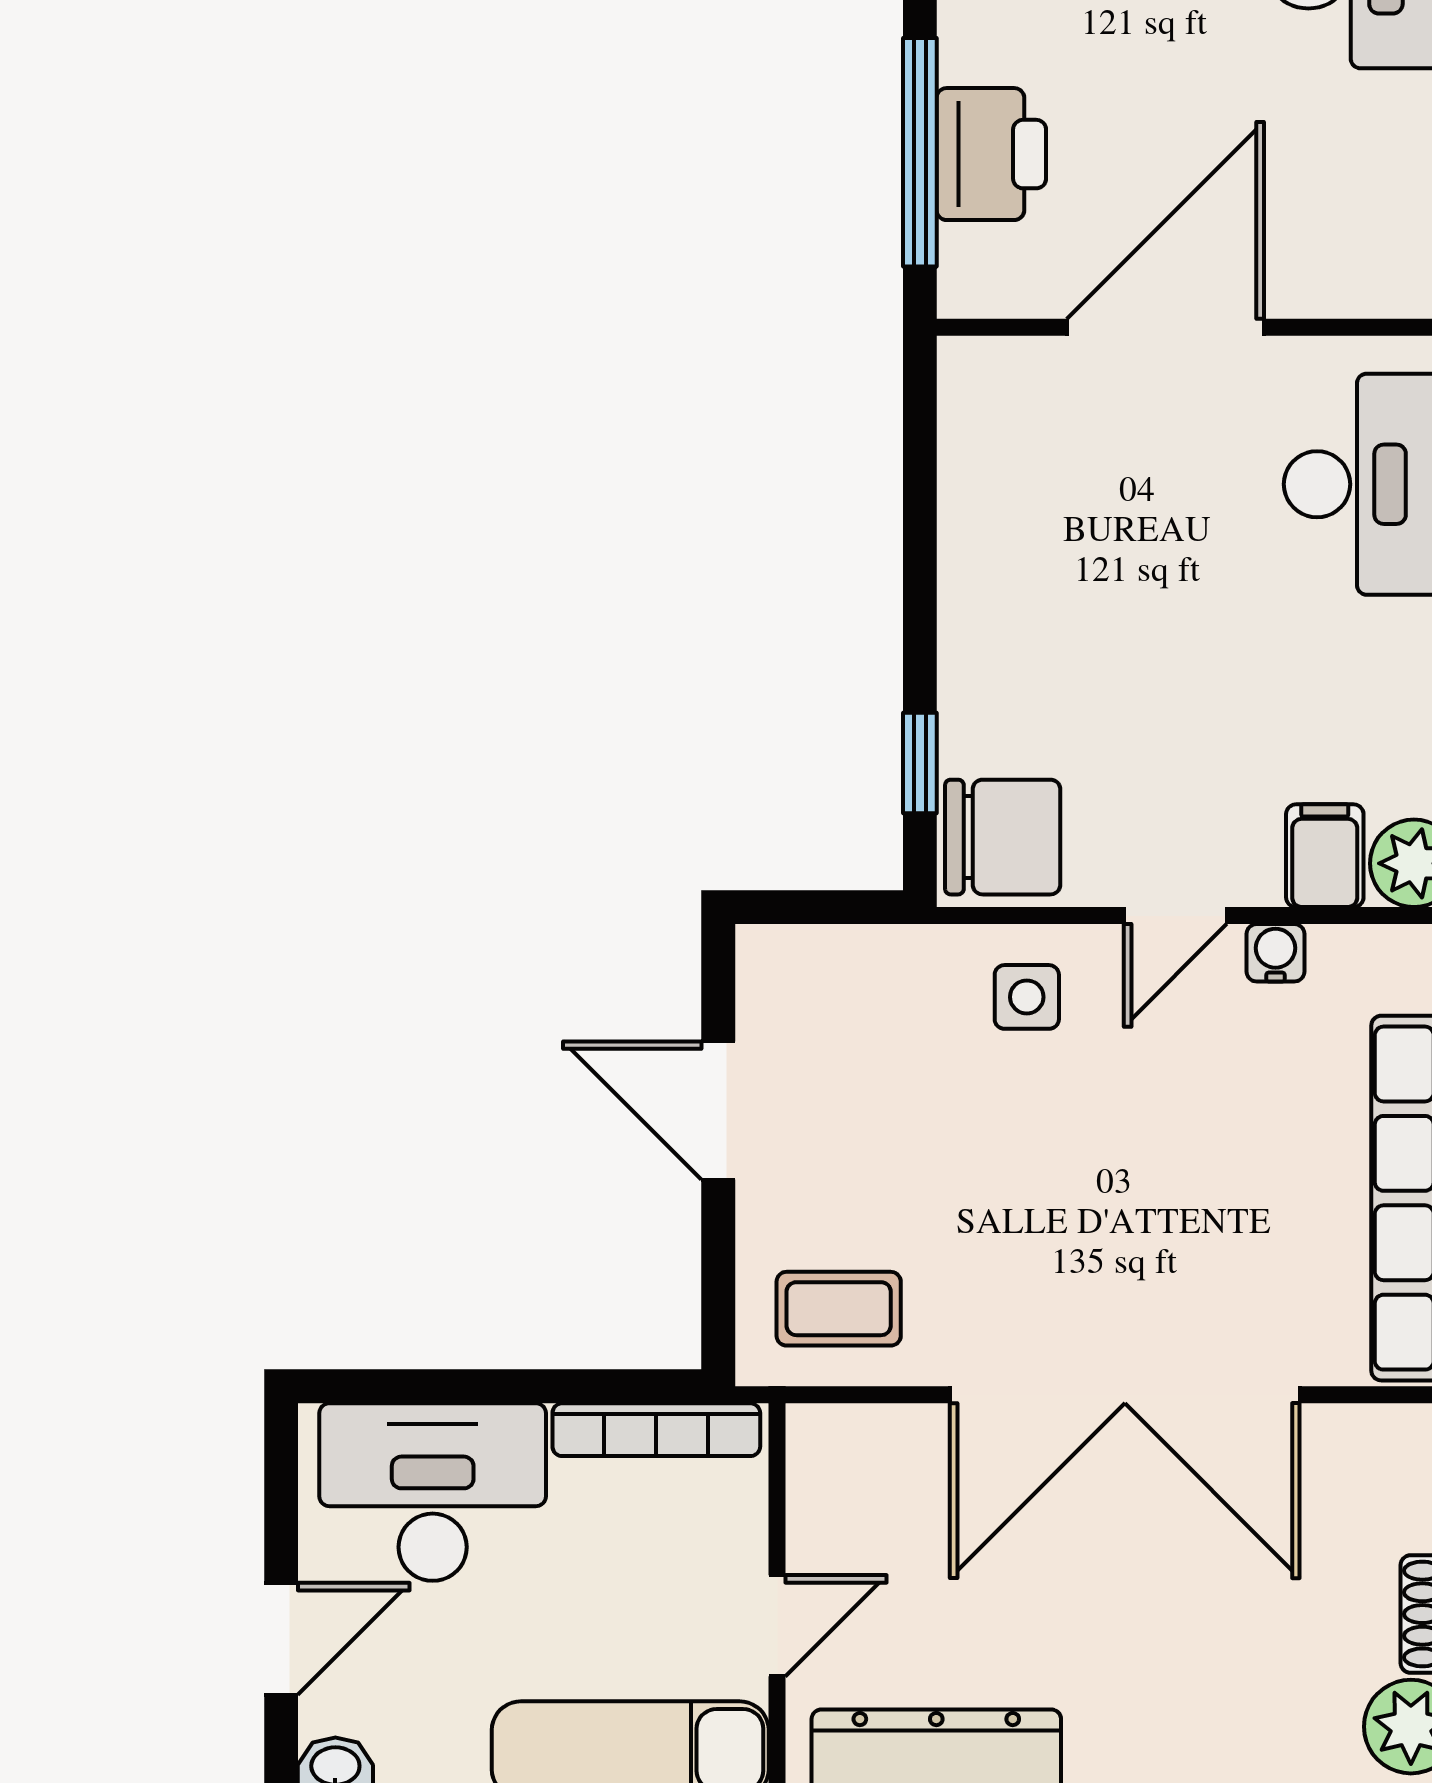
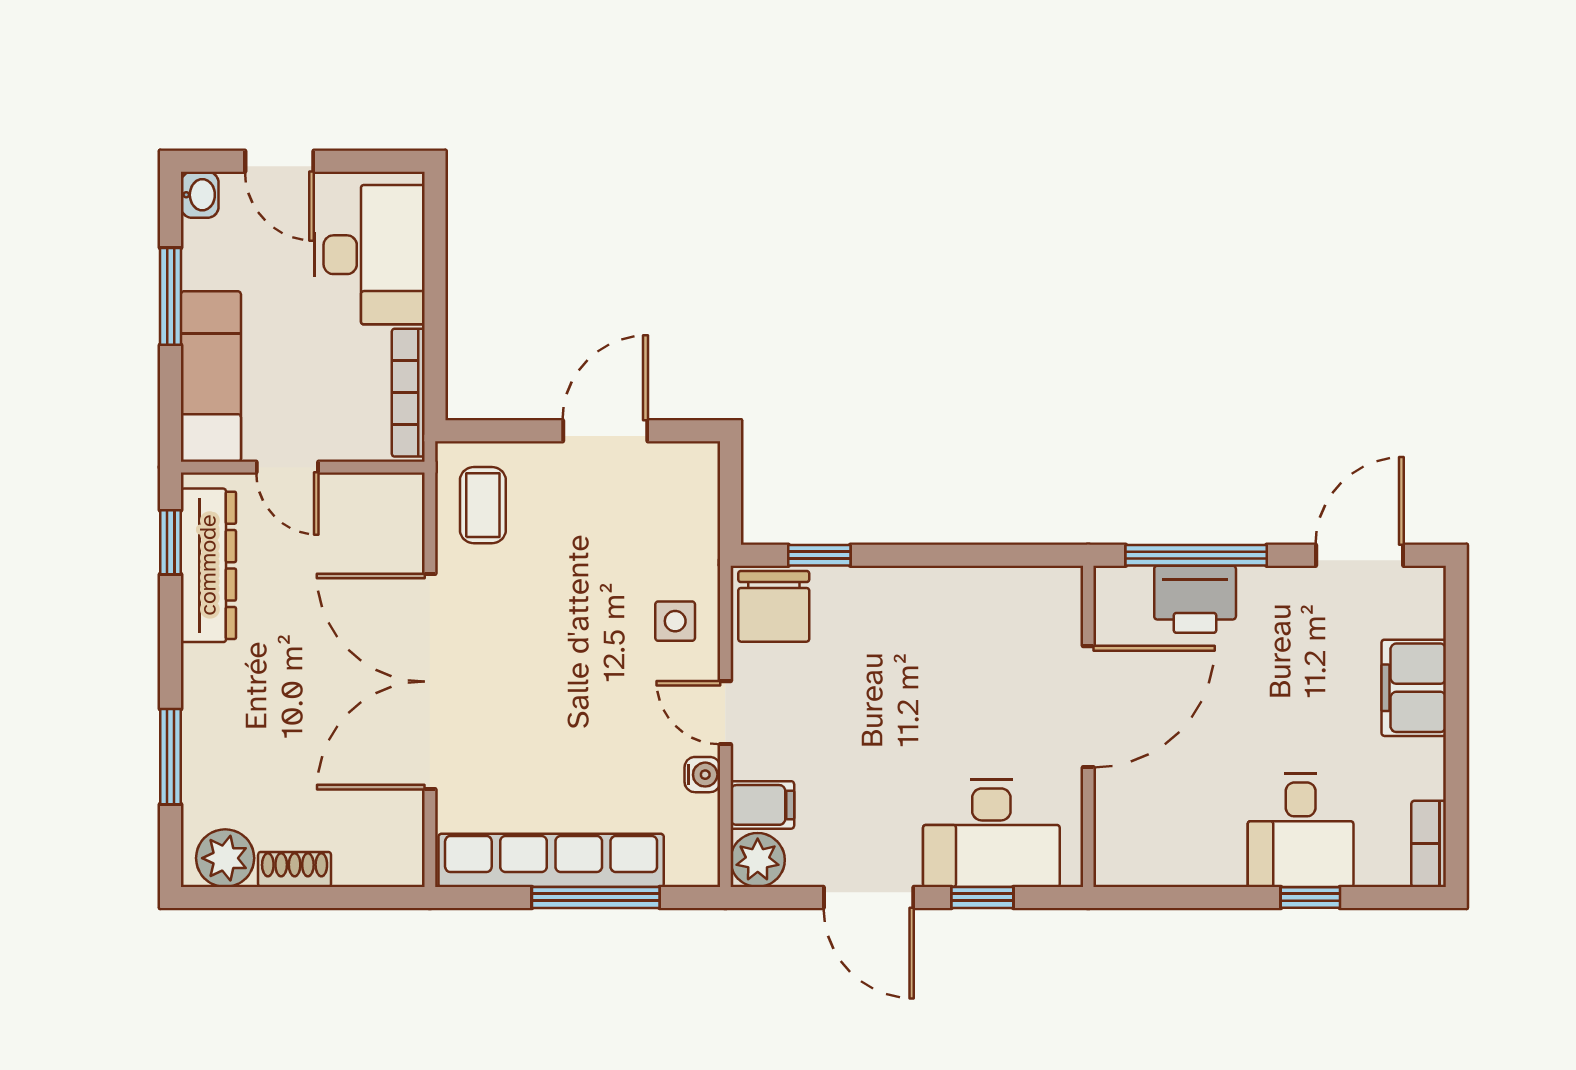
door: (1165, 327) -> (1088, 707), hinge flipped

